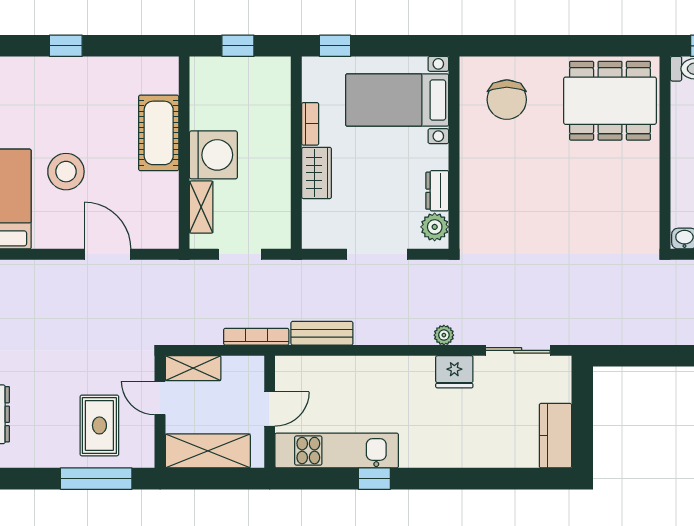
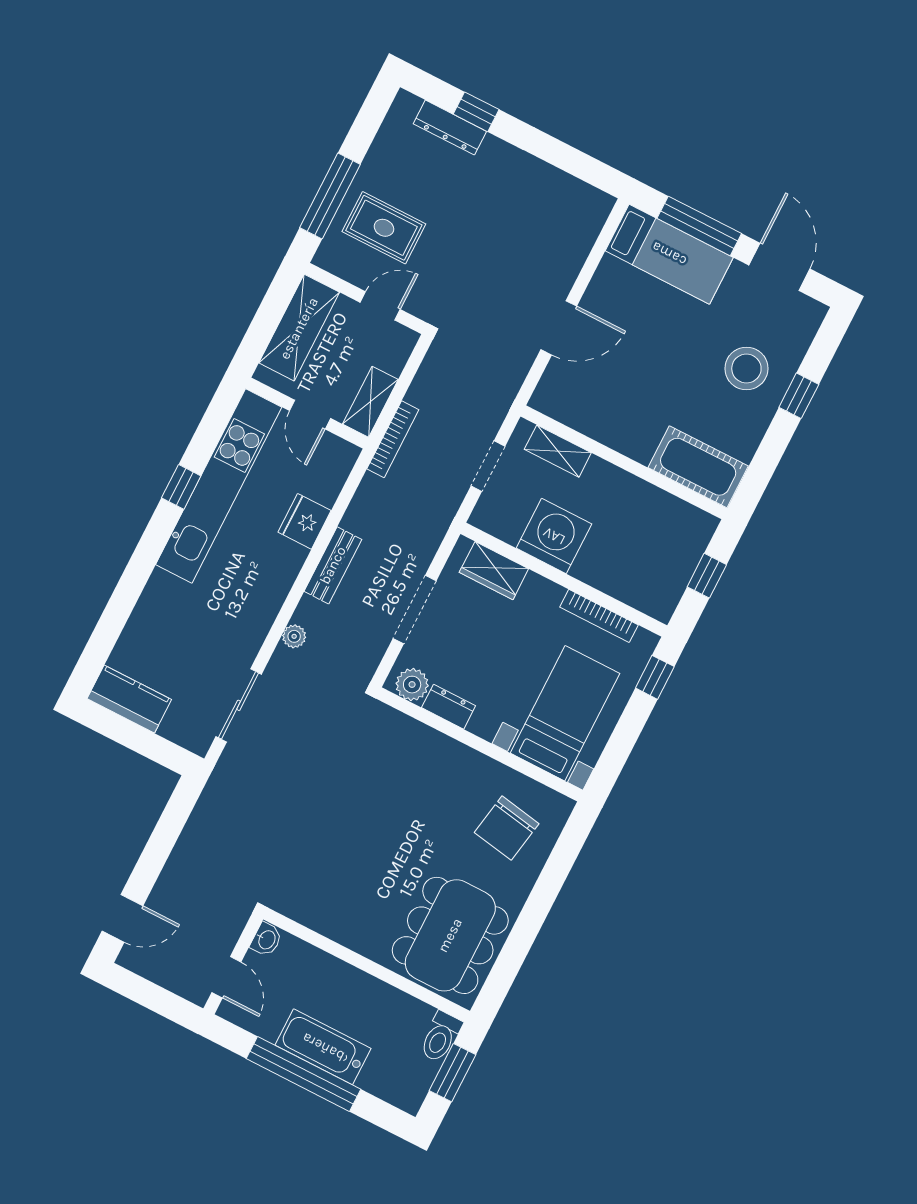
chair: (507, 100) -> (507, 828), turned -80
bookcase: (310, 124) -> (599, 616), width x1.56
cot: (159, 133) -> (698, 467), moved
washing machine: (213, 155) -> (554, 536), moved, turned 180
stool: (66, 172) -> (746, 369), moved
wardrobe: (317, 173) -> (494, 571), moved
bench: (322, 333) -> (333, 565), moved
shelving: (193, 368) -> (370, 402), moved
fridge: (454, 372) -> (305, 521), moved
kitchen unit: (337, 451) -> (219, 486), width x1.36

